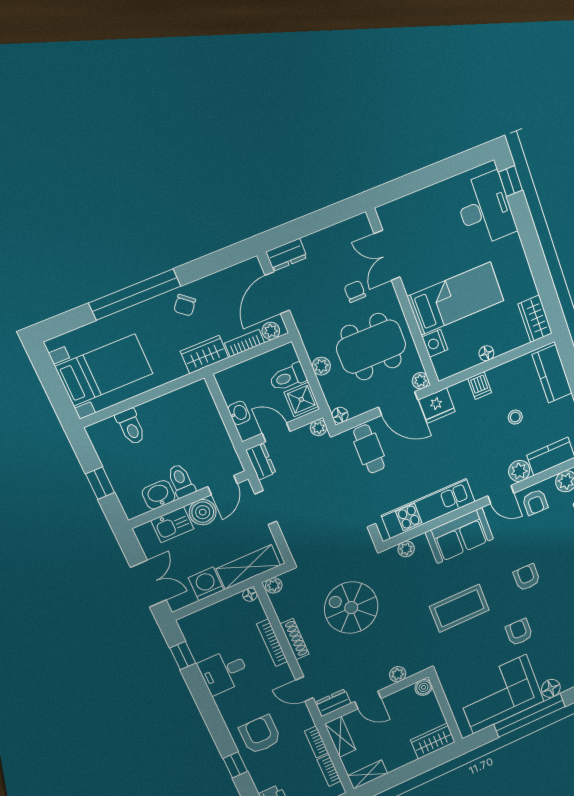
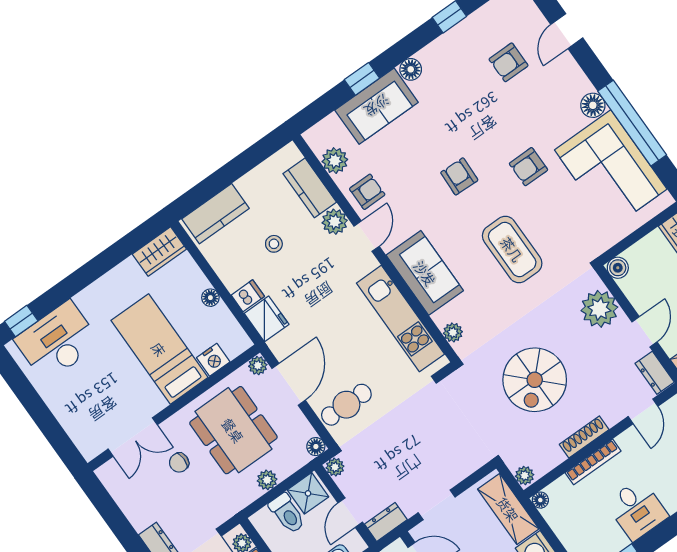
fridge: (437, 406) -> (267, 319), moved
armchair: (527, 577) -> (459, 176), turned 92
plant: (398, 674) -> (599, 309), width x1.87, depth x1.87

